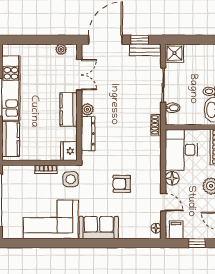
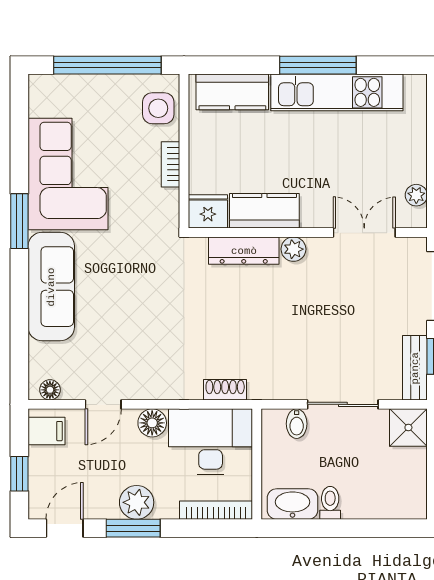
double door: (79, 75) -> (364, 233), swing flipped
kitchen counter: (69, 109) -> (264, 211), moved
shoe rack: (156, 125) -> (225, 390), moved
side table: (71, 179) -> (158, 108), moved
armchair: (122, 184) -> (141, 320), removed
sofa: (99, 228) -> (51, 287), width x1.36
window: (74, 243) -> (19, 221), added

